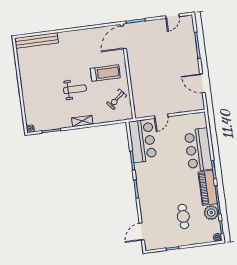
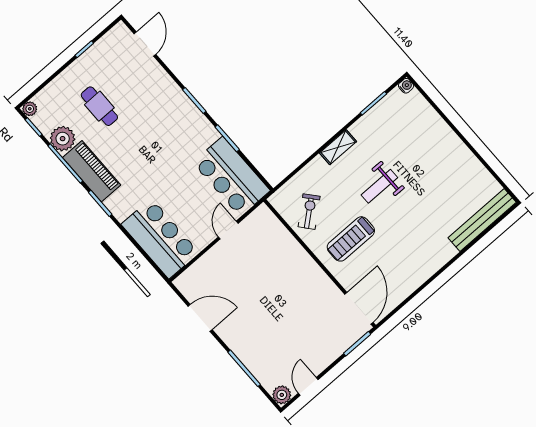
plant: (188, 20) -> (282, 395), added
bar counter: (198, 150) -> (160, 238), moved

